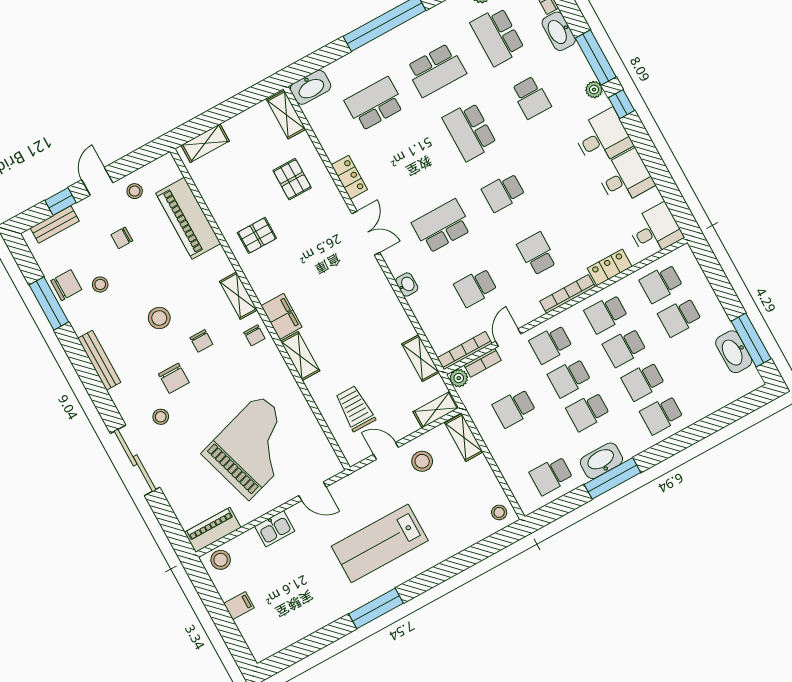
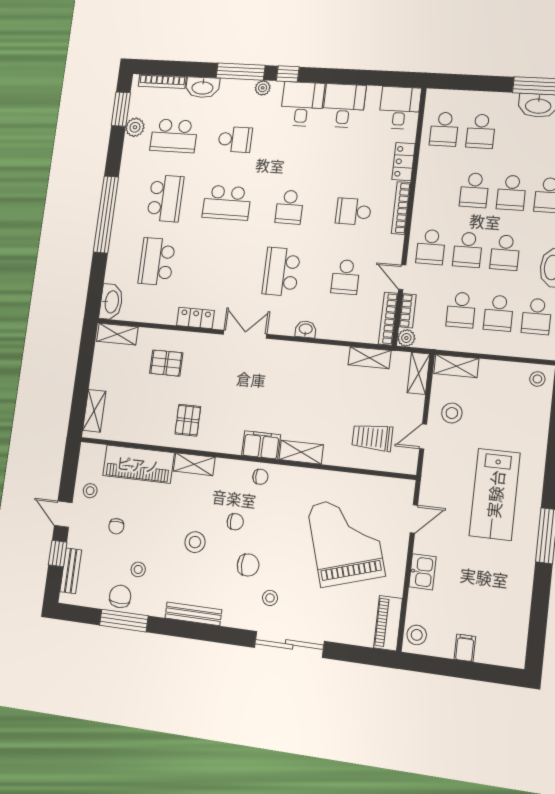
shelving: (238, 296) -> (194, 464), moved
school desk: (606, 314) -> (499, 313), moved

